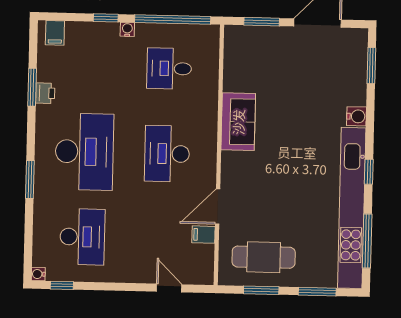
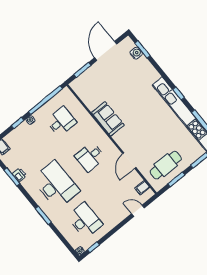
desk: (169, 69) -> (61, 121), turned 180
water cooler: (357, 116) -> (136, 53), moved
desk: (167, 154) -> (90, 157), width x0.73
filing cabinet: (204, 235) -> (142, 188), moved

